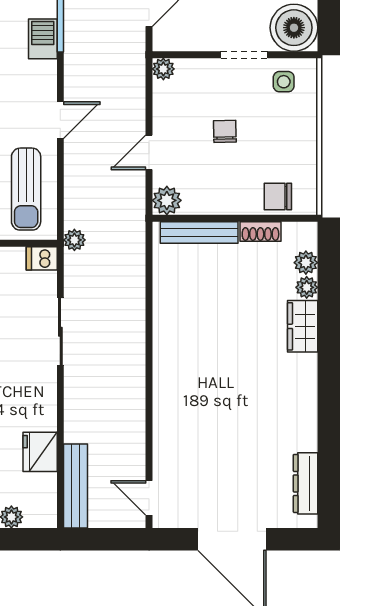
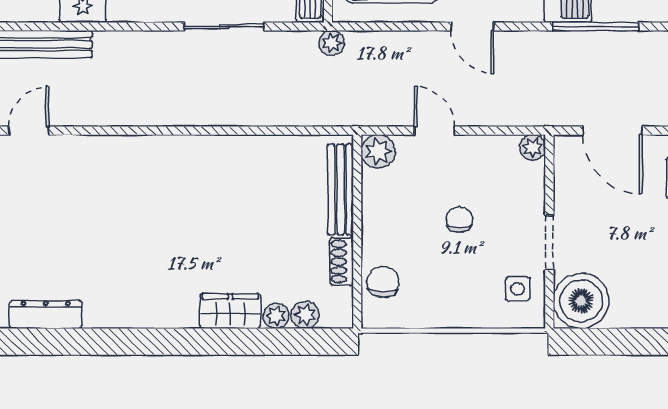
chair: (225, 131) -> (459, 220), turned -89

